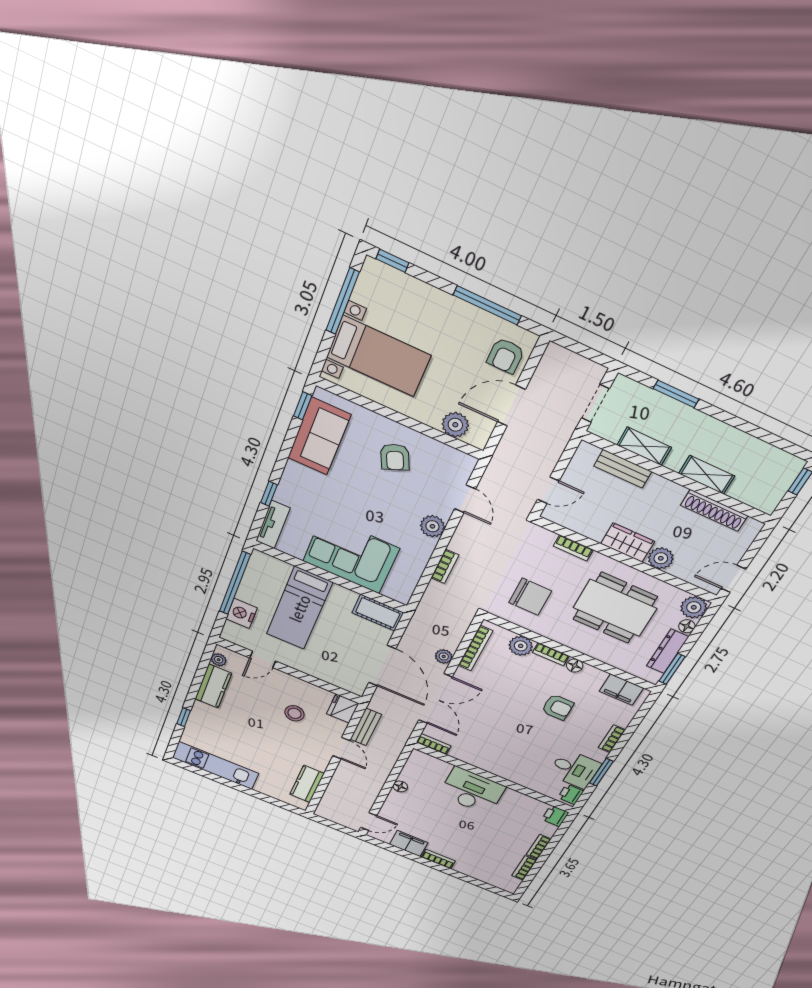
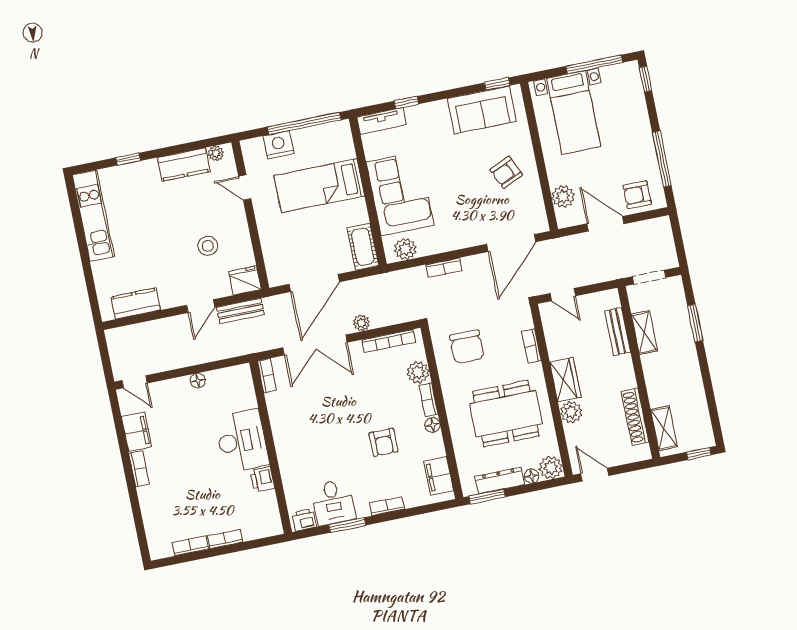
shelving: (707, 475) -> (664, 428), moved
door: (465, 499) -> (511, 243), width x1.87
plant: (432, 526) -> (405, 249), moved
dining table: (615, 608) -> (506, 414), turned 90
printer: (555, 816) -> (262, 480), moved, turned -90

